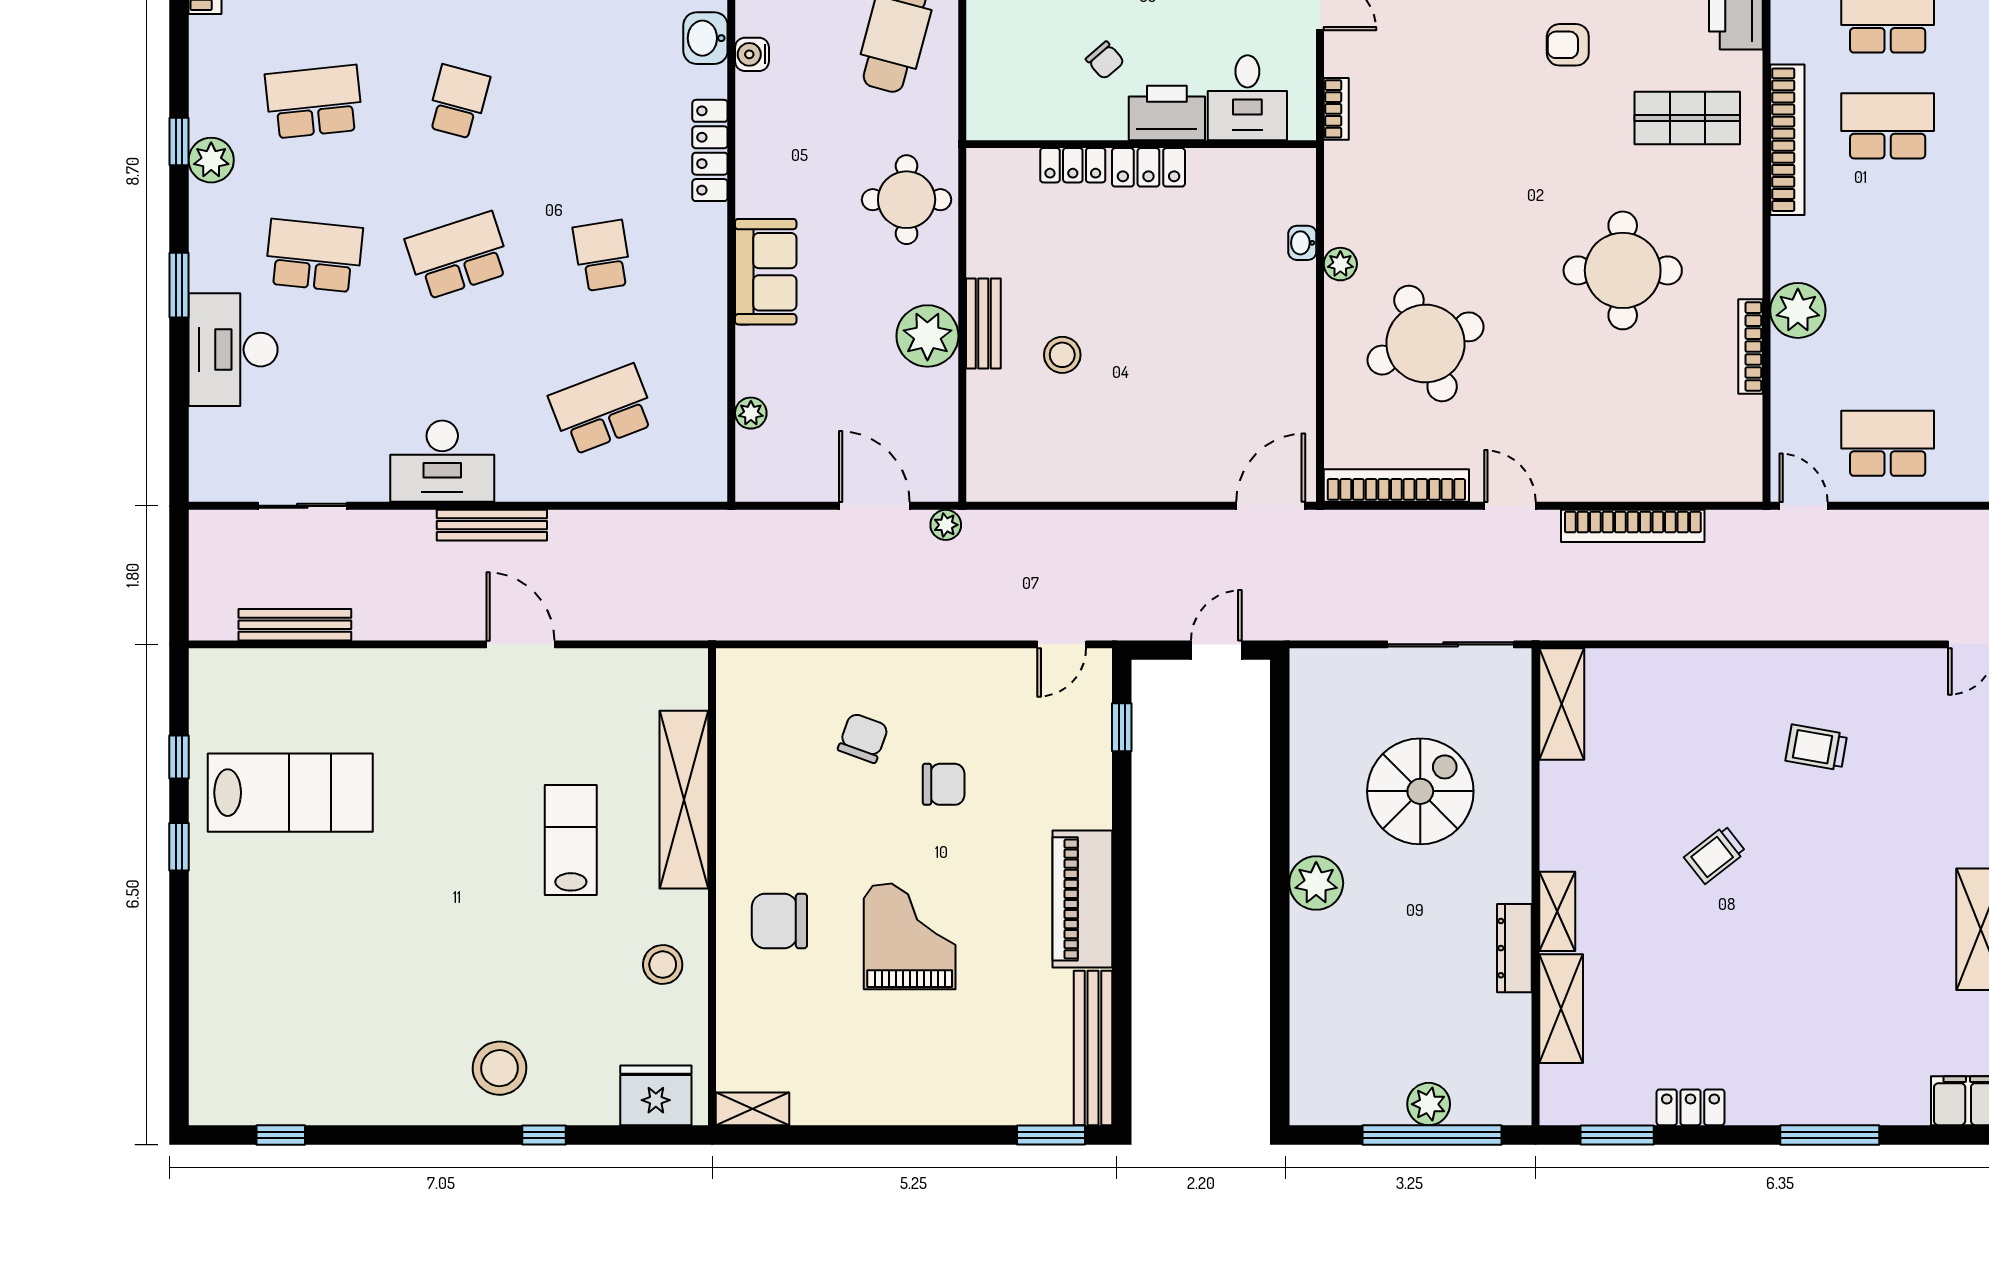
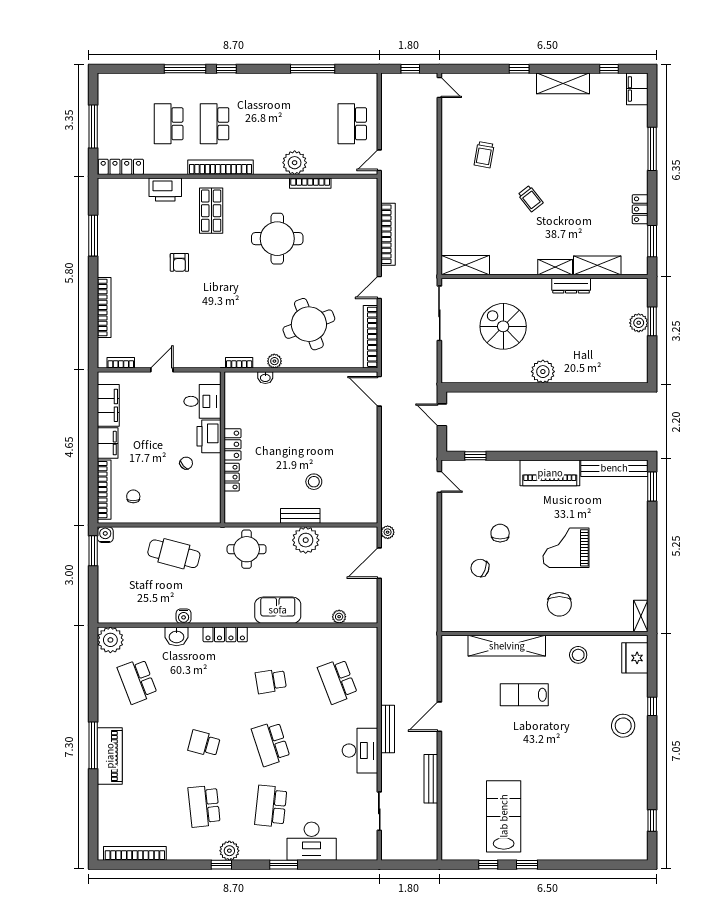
bookcase: (1336, 109) -> (239, 363), moved
bench: (295, 625) -> (431, 779), moved
window: (1432, 1135) -> (652, 321), width x0.47

